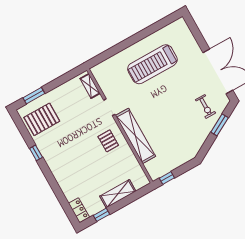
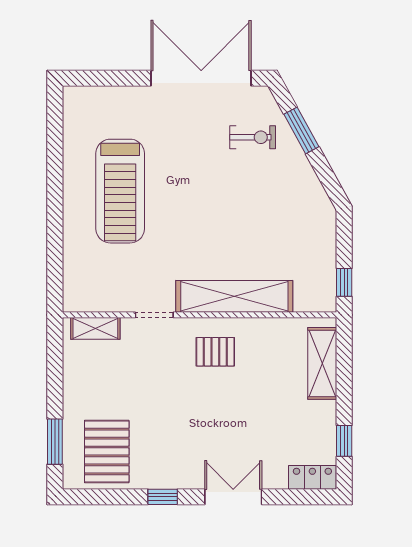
double door: (53, 182) -> (233, 497), added
shelving: (118, 194) -> (322, 363), moved

